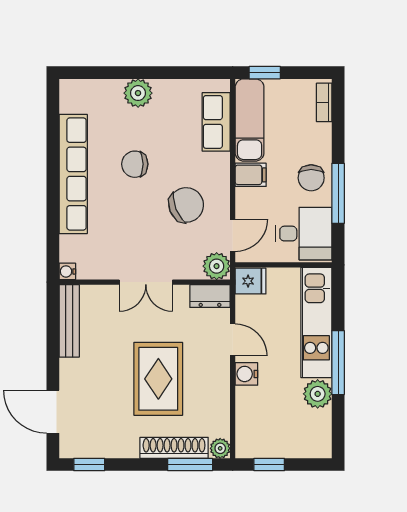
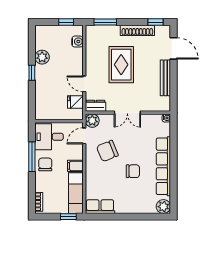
plant: (138, 93) -> (163, 207), moved
row of seats: (216, 122) -> (100, 207), moved, turned -90
fridge: (251, 281) -> (75, 102), moved
double door: (146, 282) -> (127, 113), swing flipped
bench: (69, 321) -> (165, 78), moved
kitchen unit: (316, 322) -> (43, 93), removed
window: (338, 363) -> (32, 73), width x0.46
water cooler: (246, 374) -> (77, 42), moved
shoe rack: (174, 448) -> (137, 30), moved
plant: (220, 448) -> (90, 30), removed

